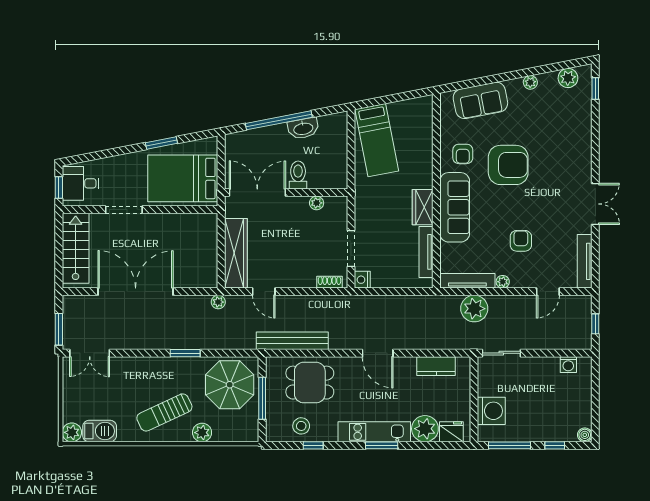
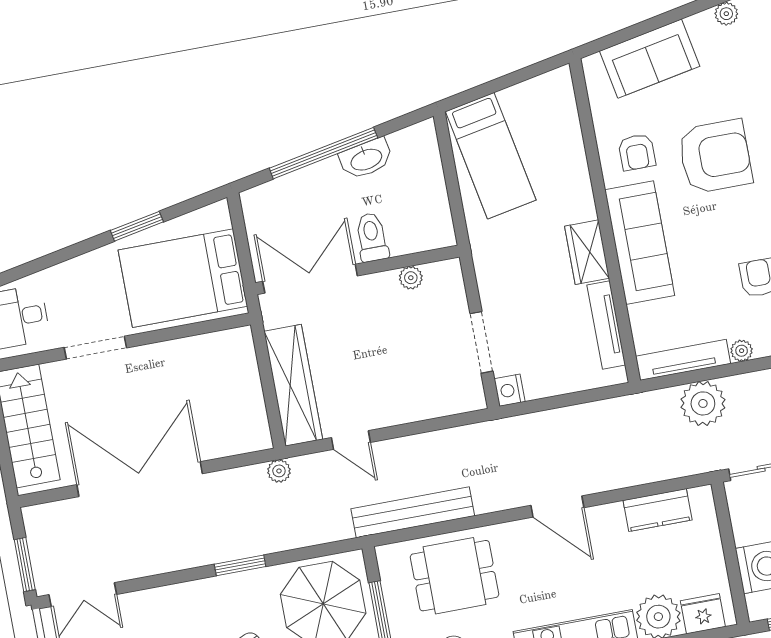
shoe rack: (329, 282) -> (456, 404), removed

